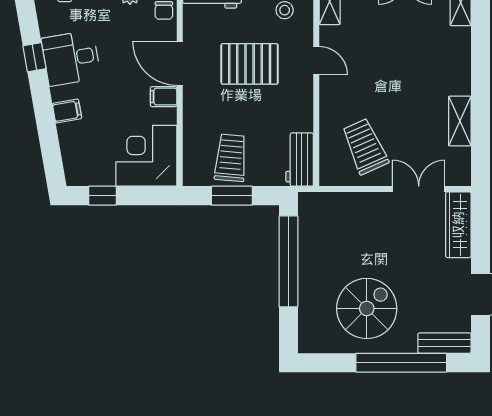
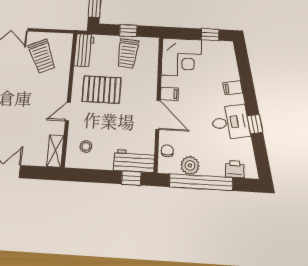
door: (316, 61) -> (68, 112), hinge flipped
pallet: (250, 64) -> (102, 90), moved
window: (232, 196) -> (128, 31), width x0.67

